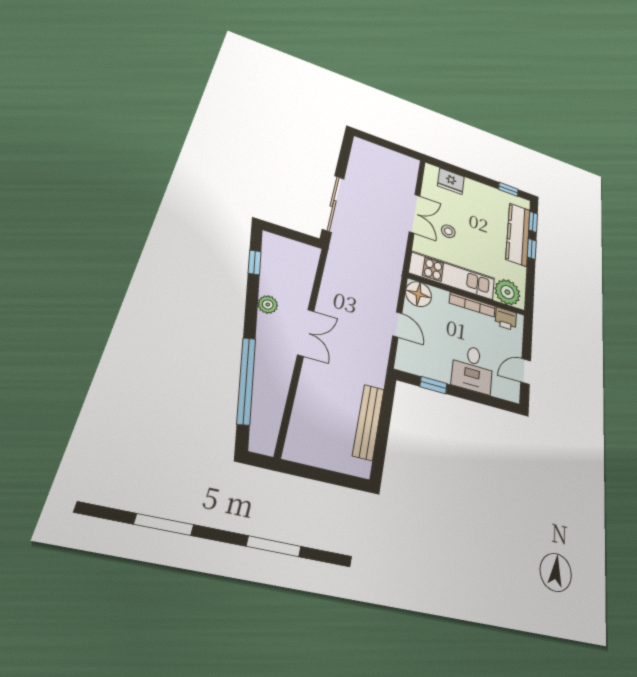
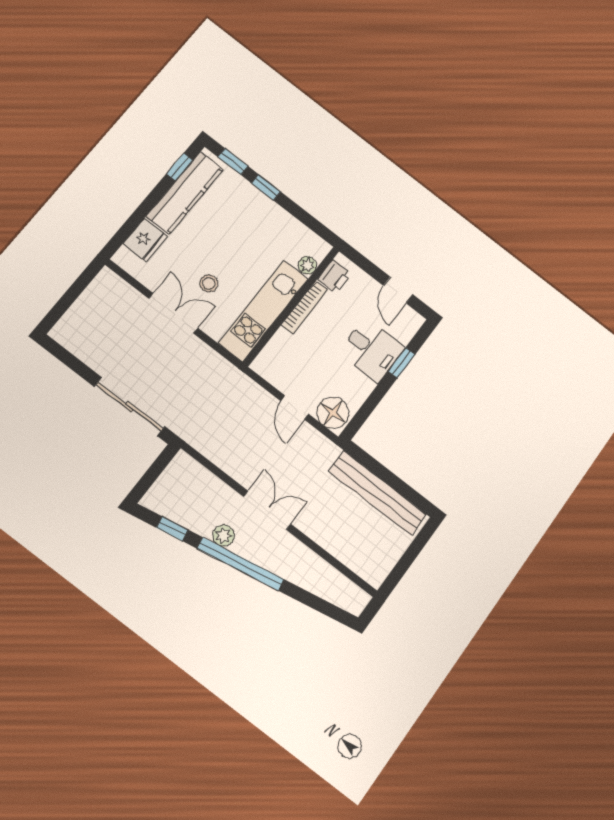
kitchen counter: (518, 234) -> (185, 193), moved, turned -90
plant: (507, 292) -> (307, 265), width x0.53, depth x0.53
floor lamp: (419, 294) -> (333, 413), moved
door: (397, 325) -> (295, 408), swing flipped
window: (246, 380) -> (240, 564), moved
window: (433, 385) -> (402, 363), moved
bench: (368, 422) -> (377, 493), width x1.37, depth x1.21

